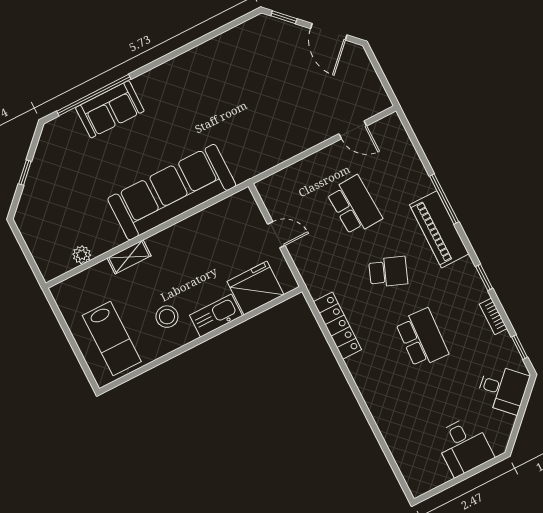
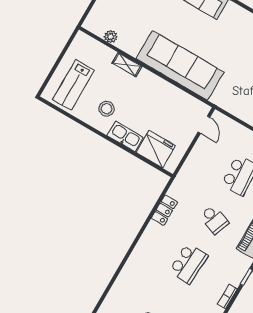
door: (276, 235) -> (204, 125), moved
locker: (337, 326) -> (164, 210), width x0.66

